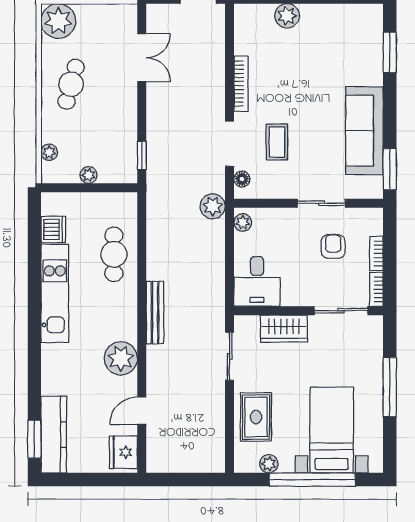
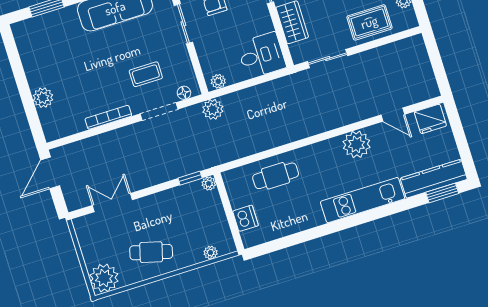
plant: (89, 175) -> (209, 184), moved
dishwasher: (53, 229) -> (245, 218), moved, turned 90
kitchen unit: (55, 293) -> (363, 200), moved
bench: (155, 313) -> (312, 129), removed

